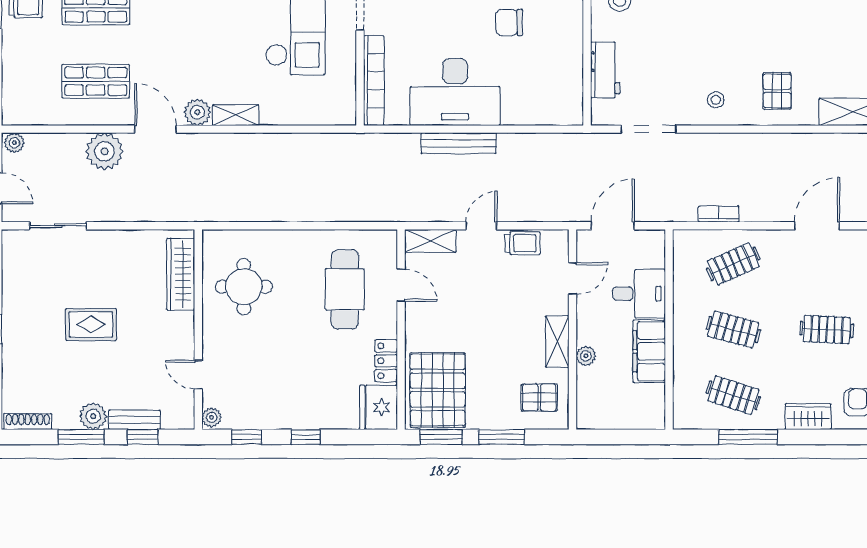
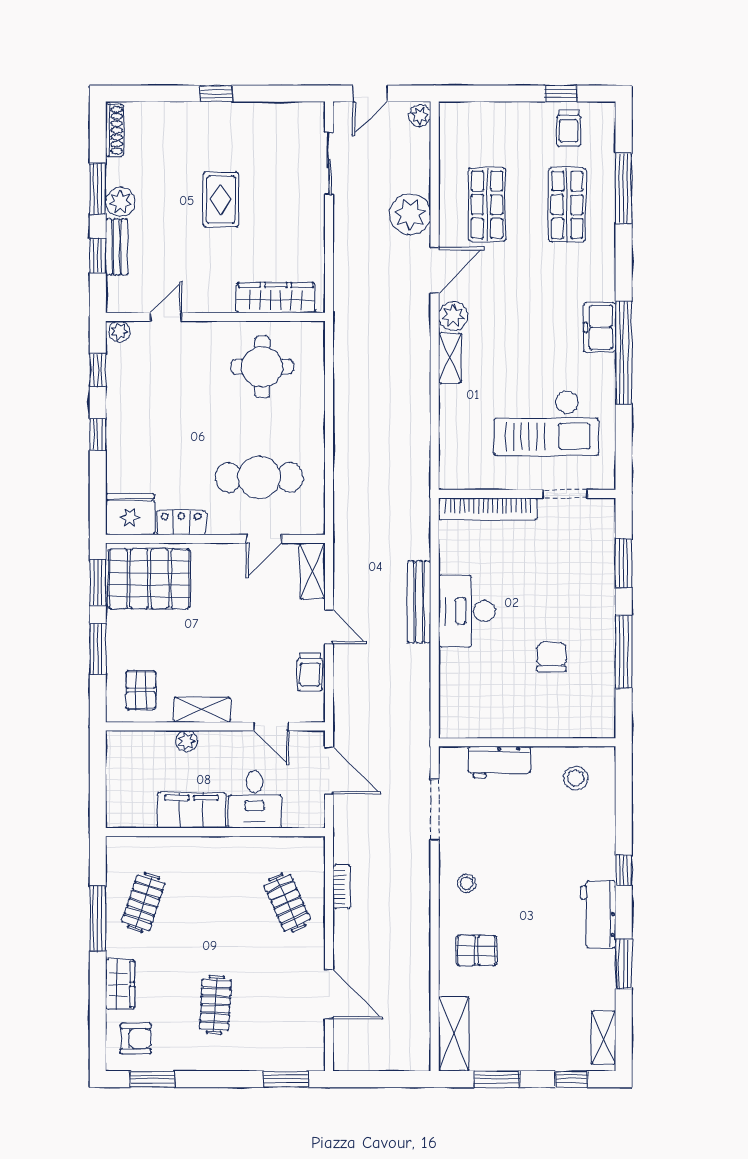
desk: (455, 92) -> (467, 611), width x0.73, depth x0.77
clothes rail: (733, 330) -> (215, 902), removed

